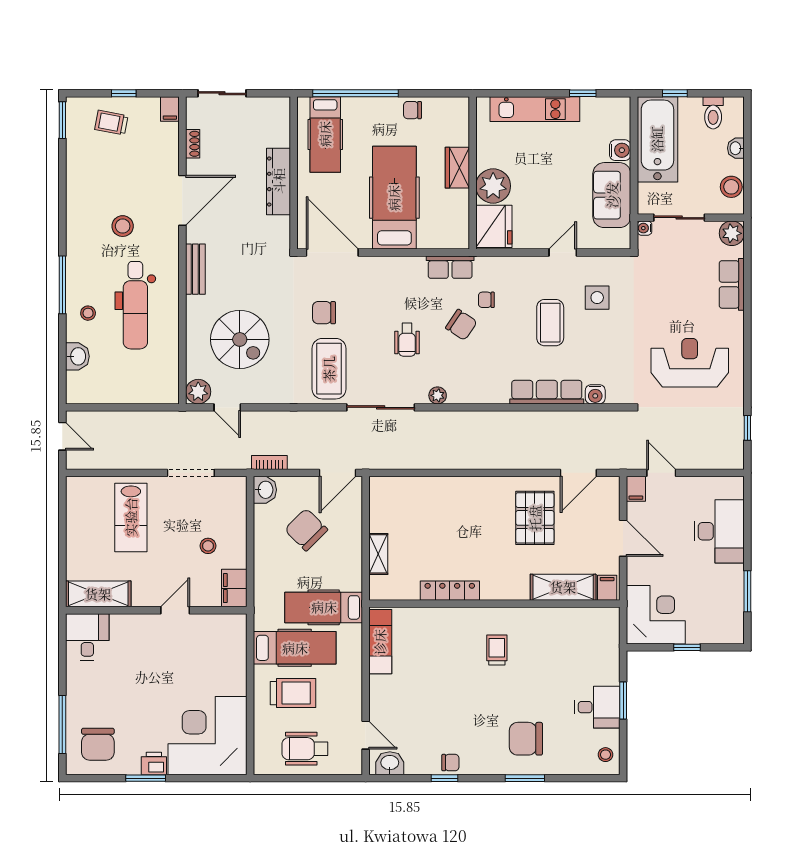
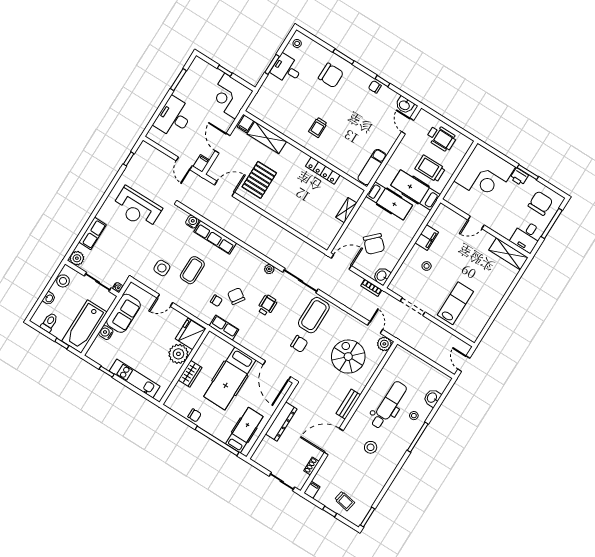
shelving: (98, 594) -> (508, 254), moved
wall: (156, 610) -> (485, 228), moved
door: (175, 610) -> (476, 222), moved
desk: (87, 637) -> (527, 236), moved

